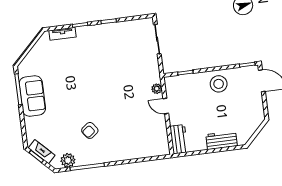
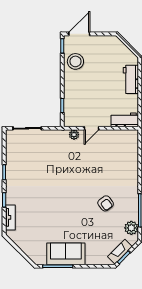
stool: (219, 84) -> (75, 61), moved

